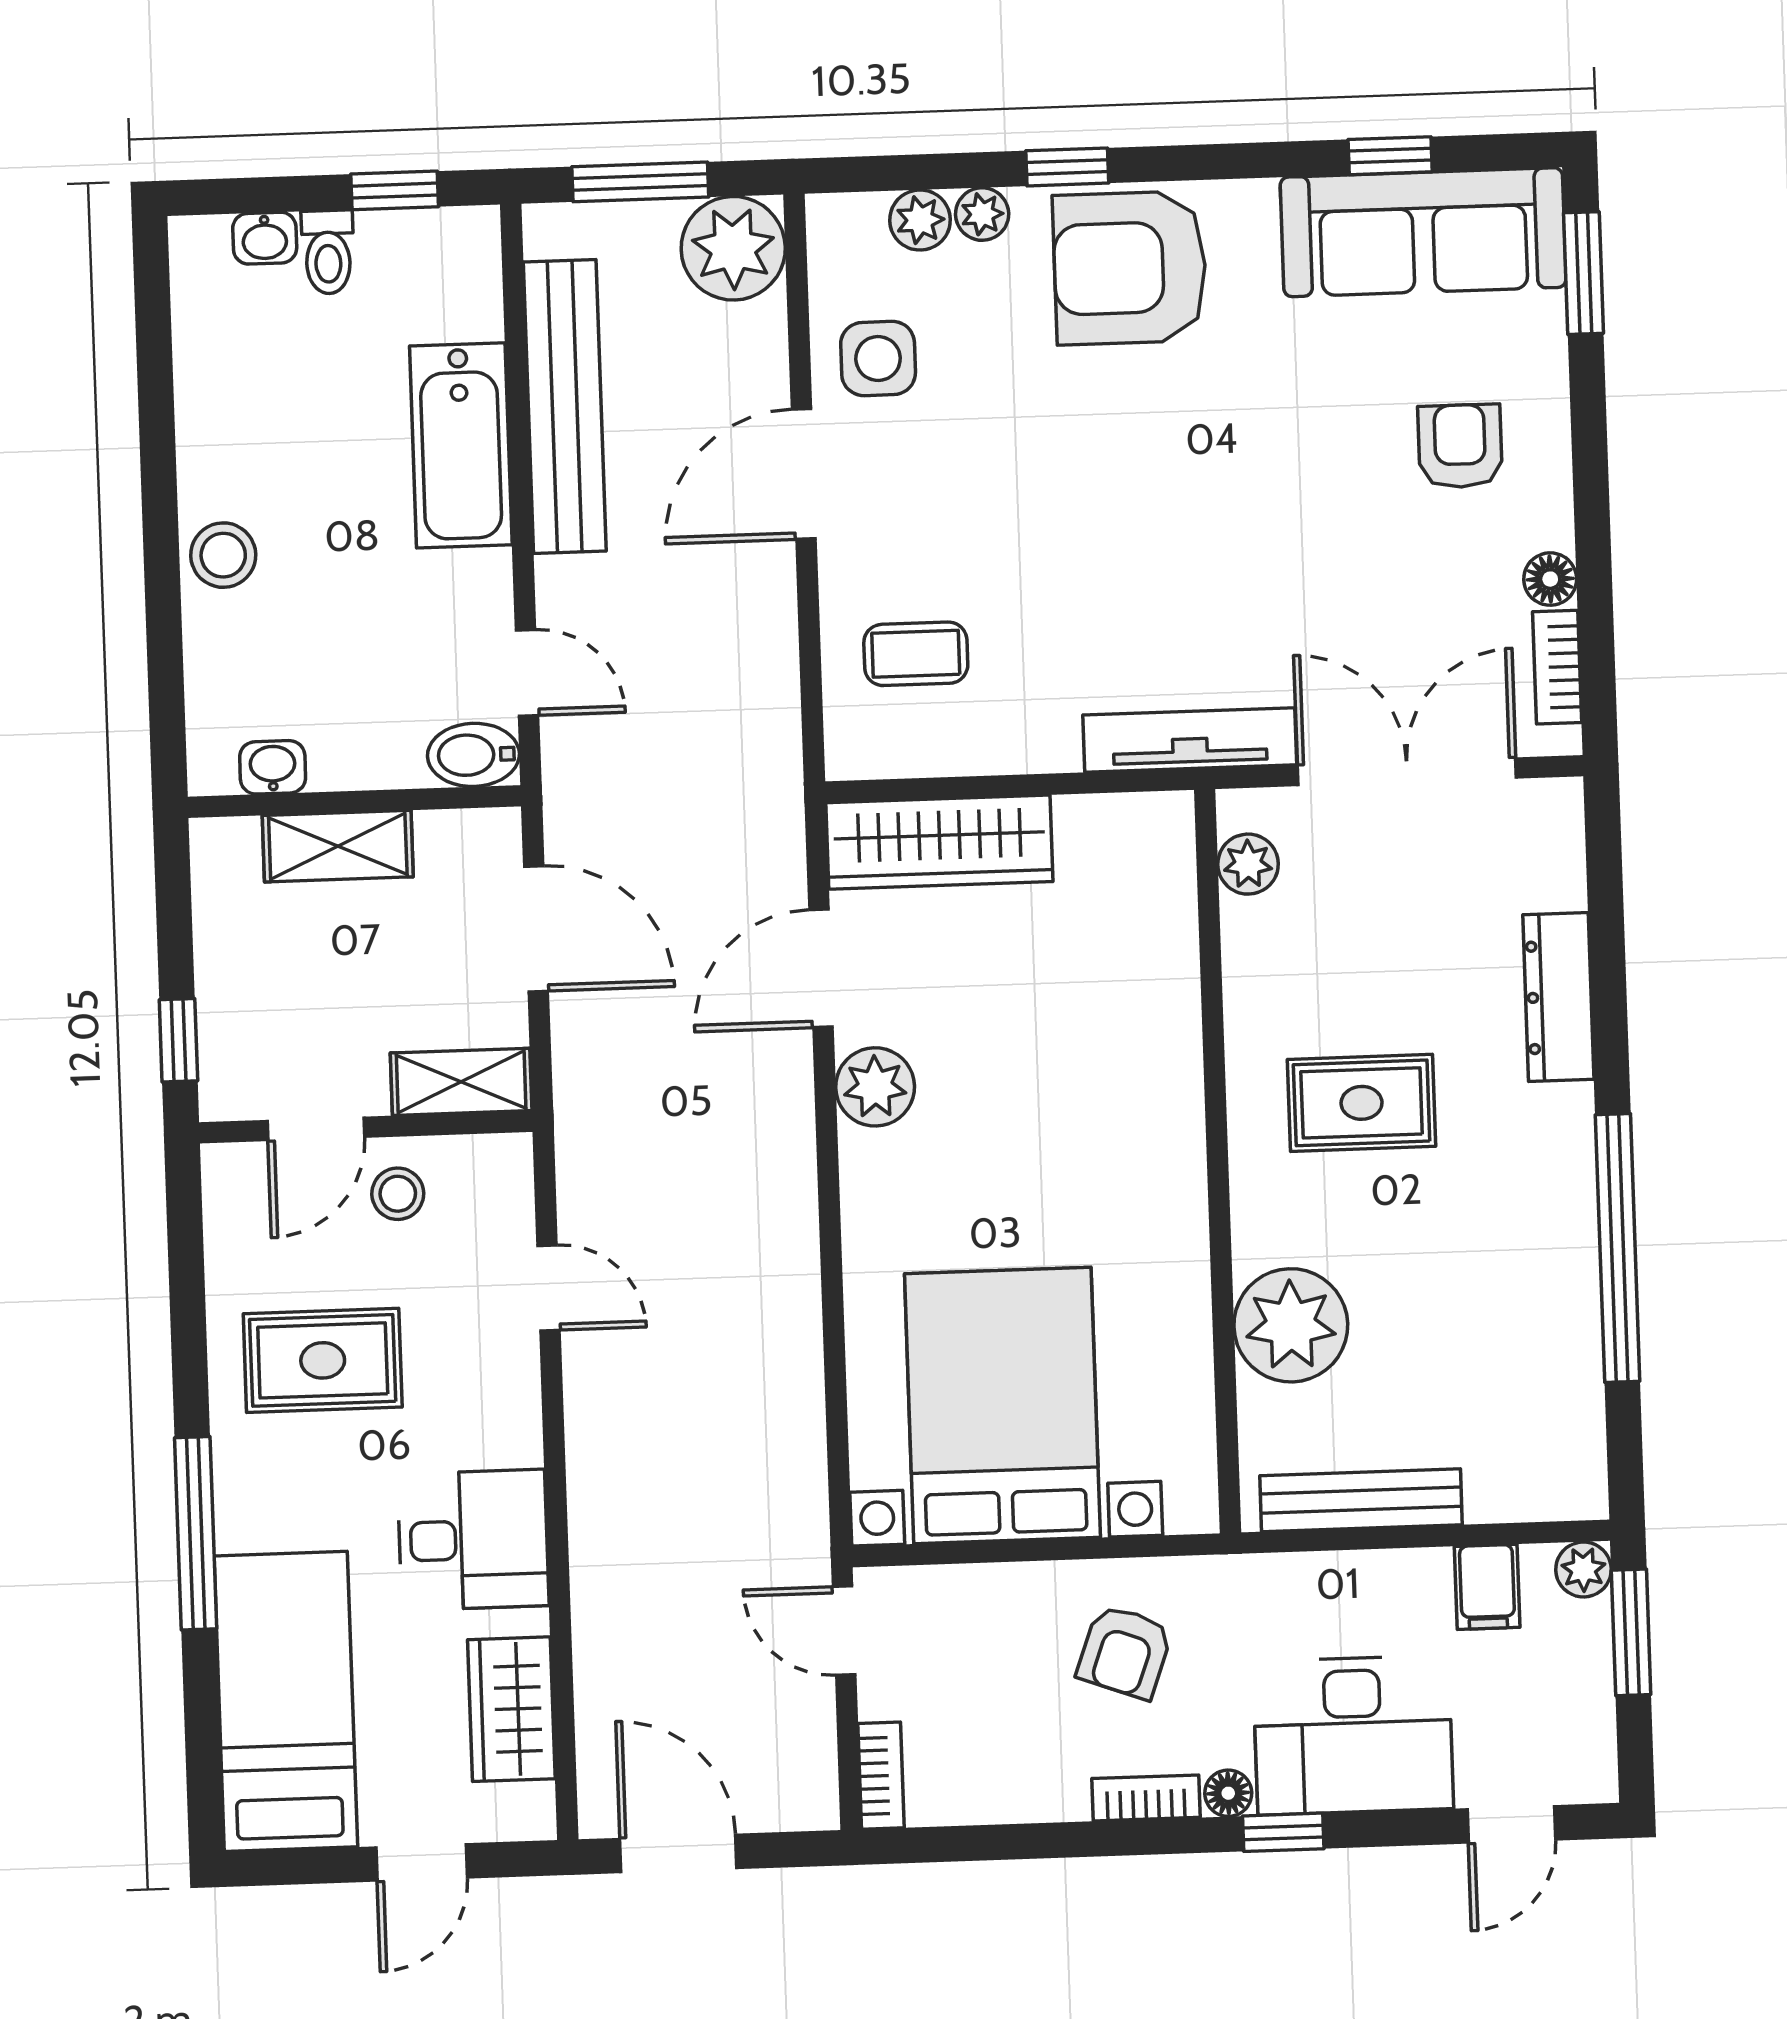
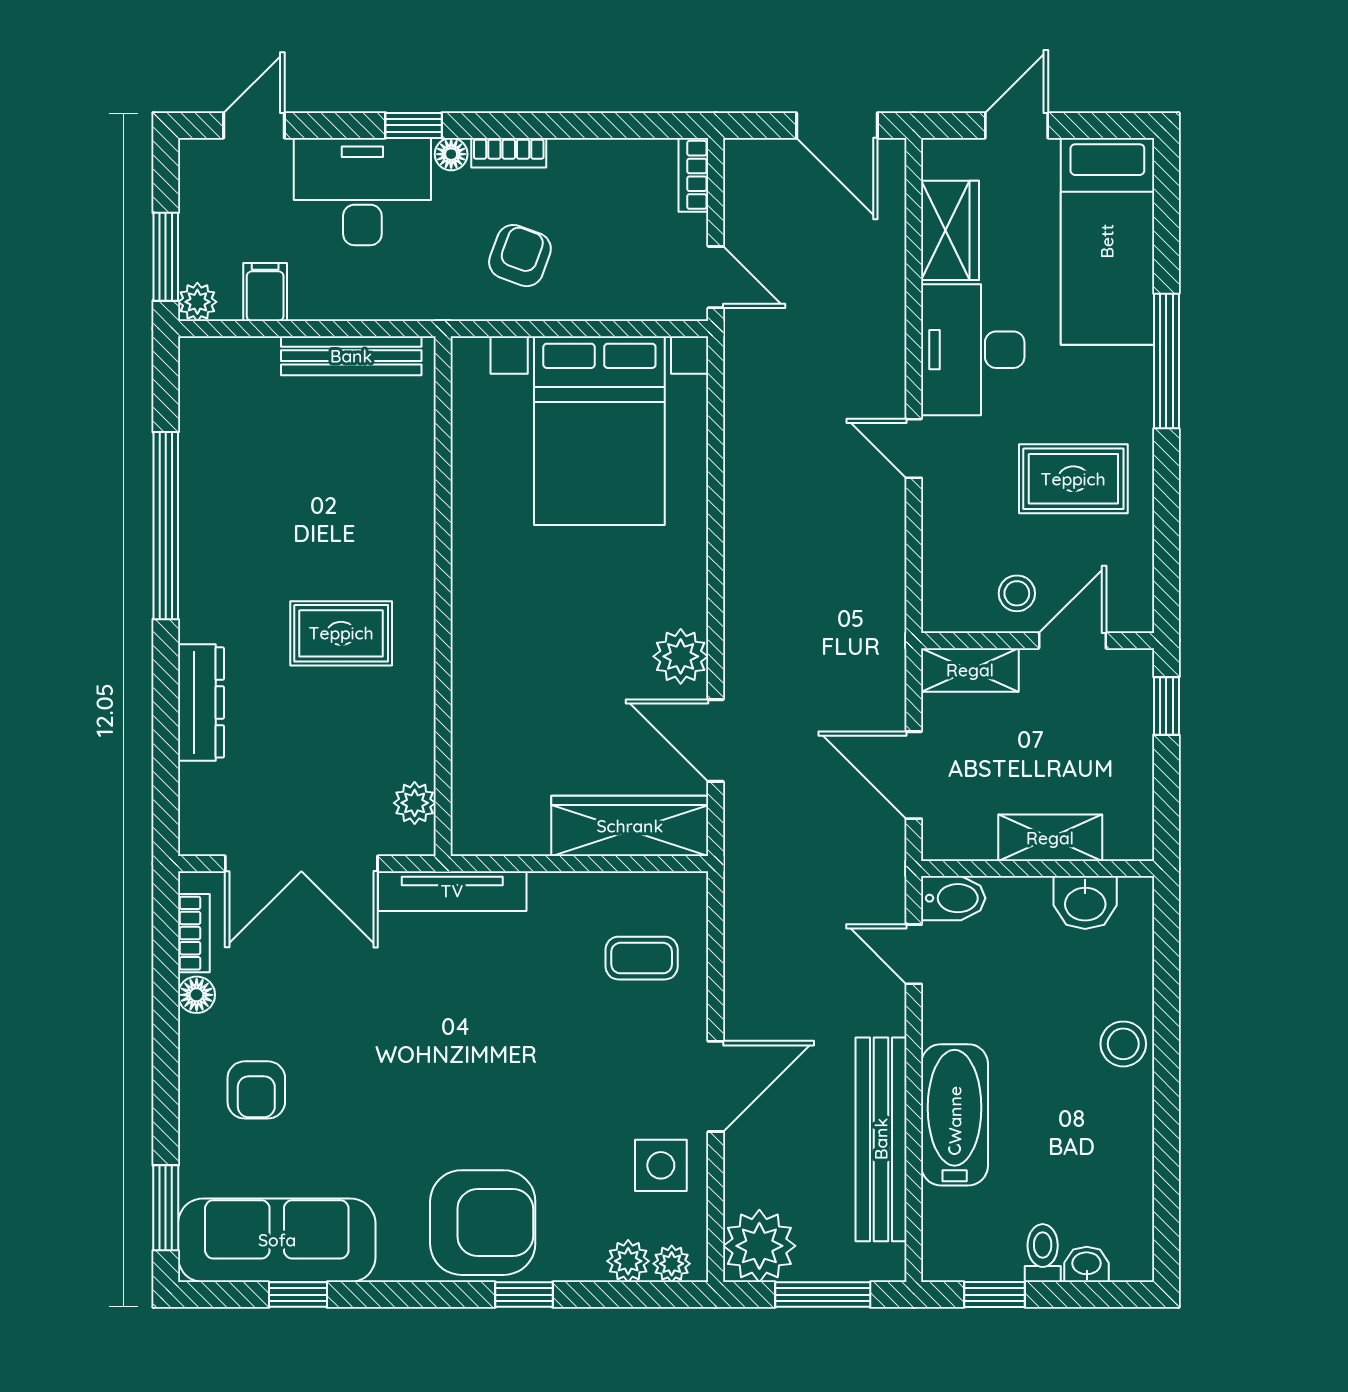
plant: (982, 214) -> (672, 1264), moved
washbasin: (273, 767) -> (1085, 903), width x1.38, depth x1.45
door: (821, 968) -> (716, 740), swing flipped
door: (549, 1288) -> (914, 448), moved
plant: (1291, 1325) -> (396, 480), removed
desk: (473, 1540) -> (973, 350), width x1.37

